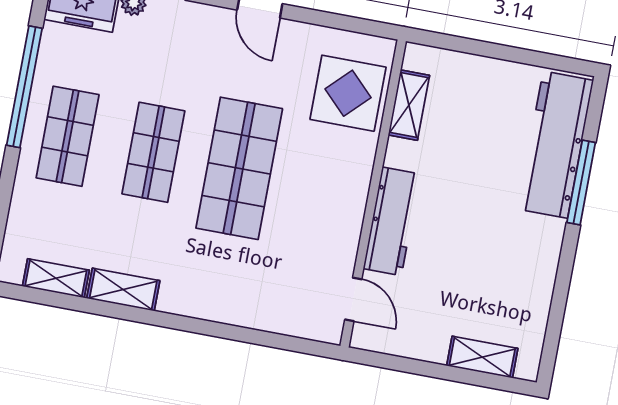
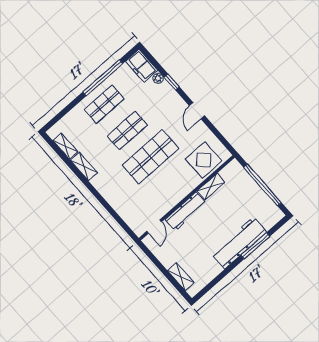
window: (502, 52) -> (262, 185), added
shelving: (409, 105) -> (211, 187), moved
workbench: (555, 145) -> (239, 243), moved

